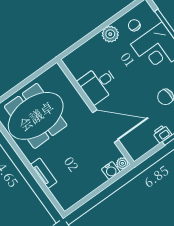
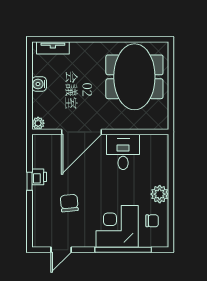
water cooler: (111, 170) -> (39, 84), moved
tv unit: (44, 173) -> (53, 48), moved

